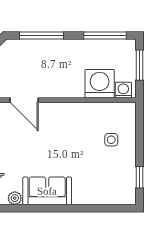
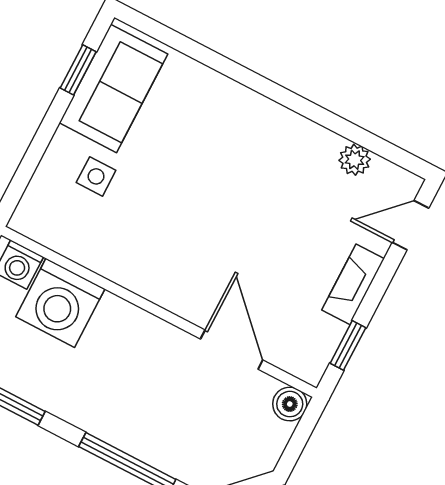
sofa: (47, 191) -> (113, 88), moved, turned -90

